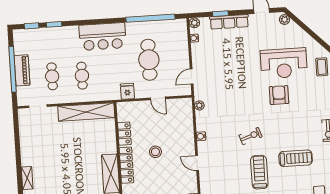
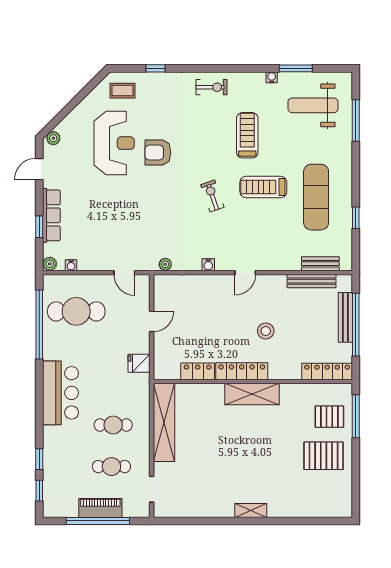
cafe table: (149, 60) -> (76, 311), moved
stool: (155, 152) -> (266, 331), moved

